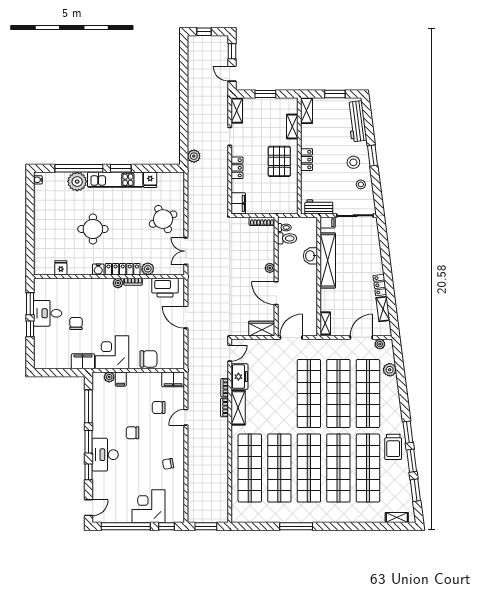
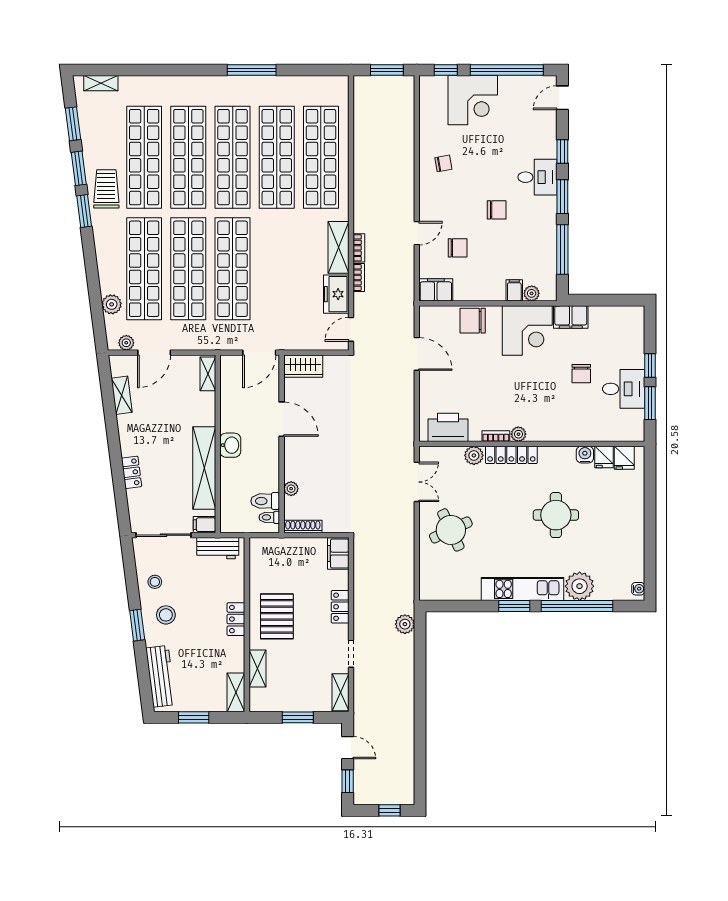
fridge: (150, 180) -> (624, 458), moved, turned 180
washbasin: (310, 256) -> (230, 445), moved
plant: (270, 268) -> (291, 489), moved
water cooler: (98, 269) -> (585, 455), moved
locker: (380, 285) -> (132, 472), moved
door: (186, 317) -> (417, 354), moved
desk: (105, 455) -> (537, 177), width x0.73

